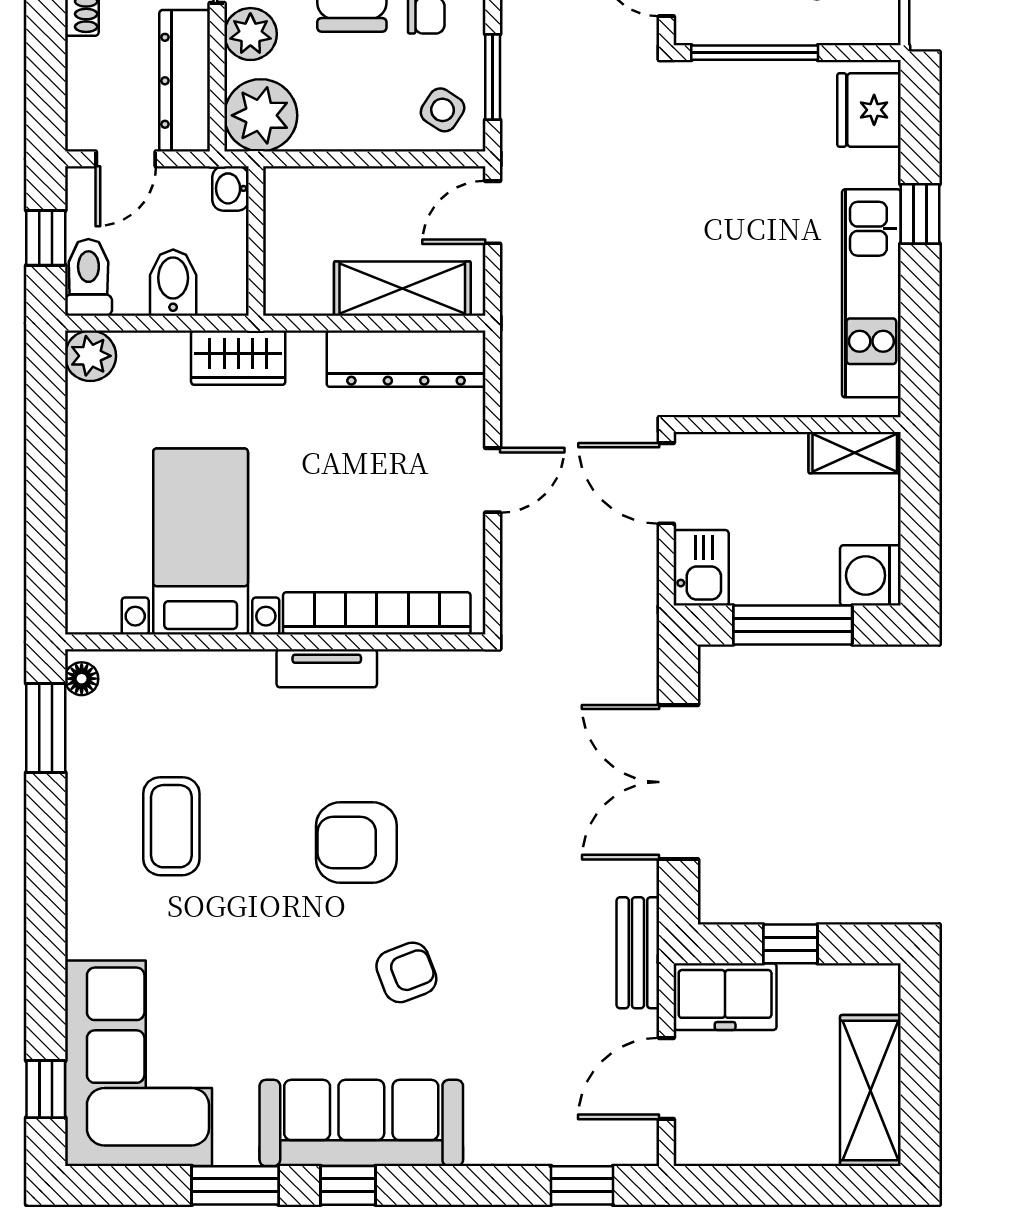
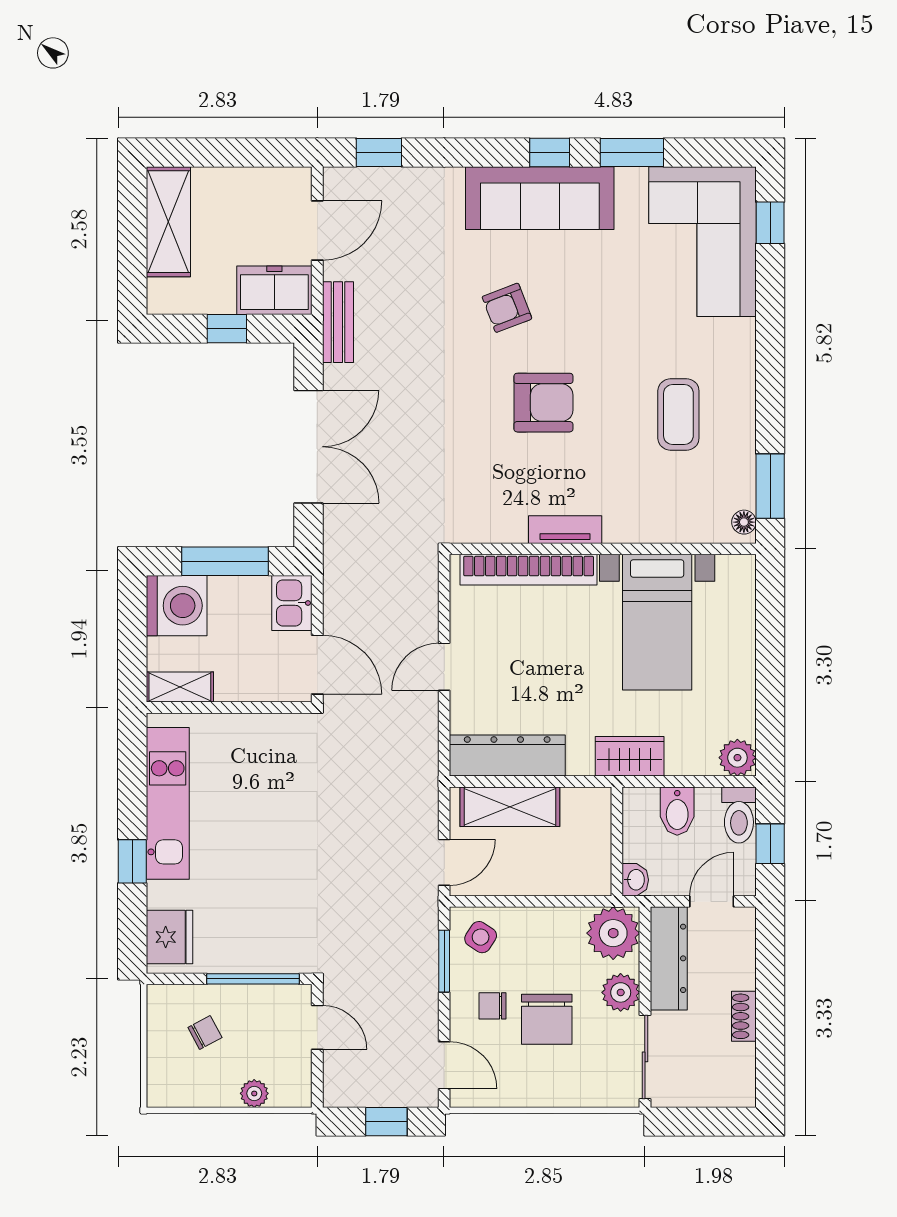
washing machine: (870, 575) -> (177, 606), width x1.37, depth x1.37

